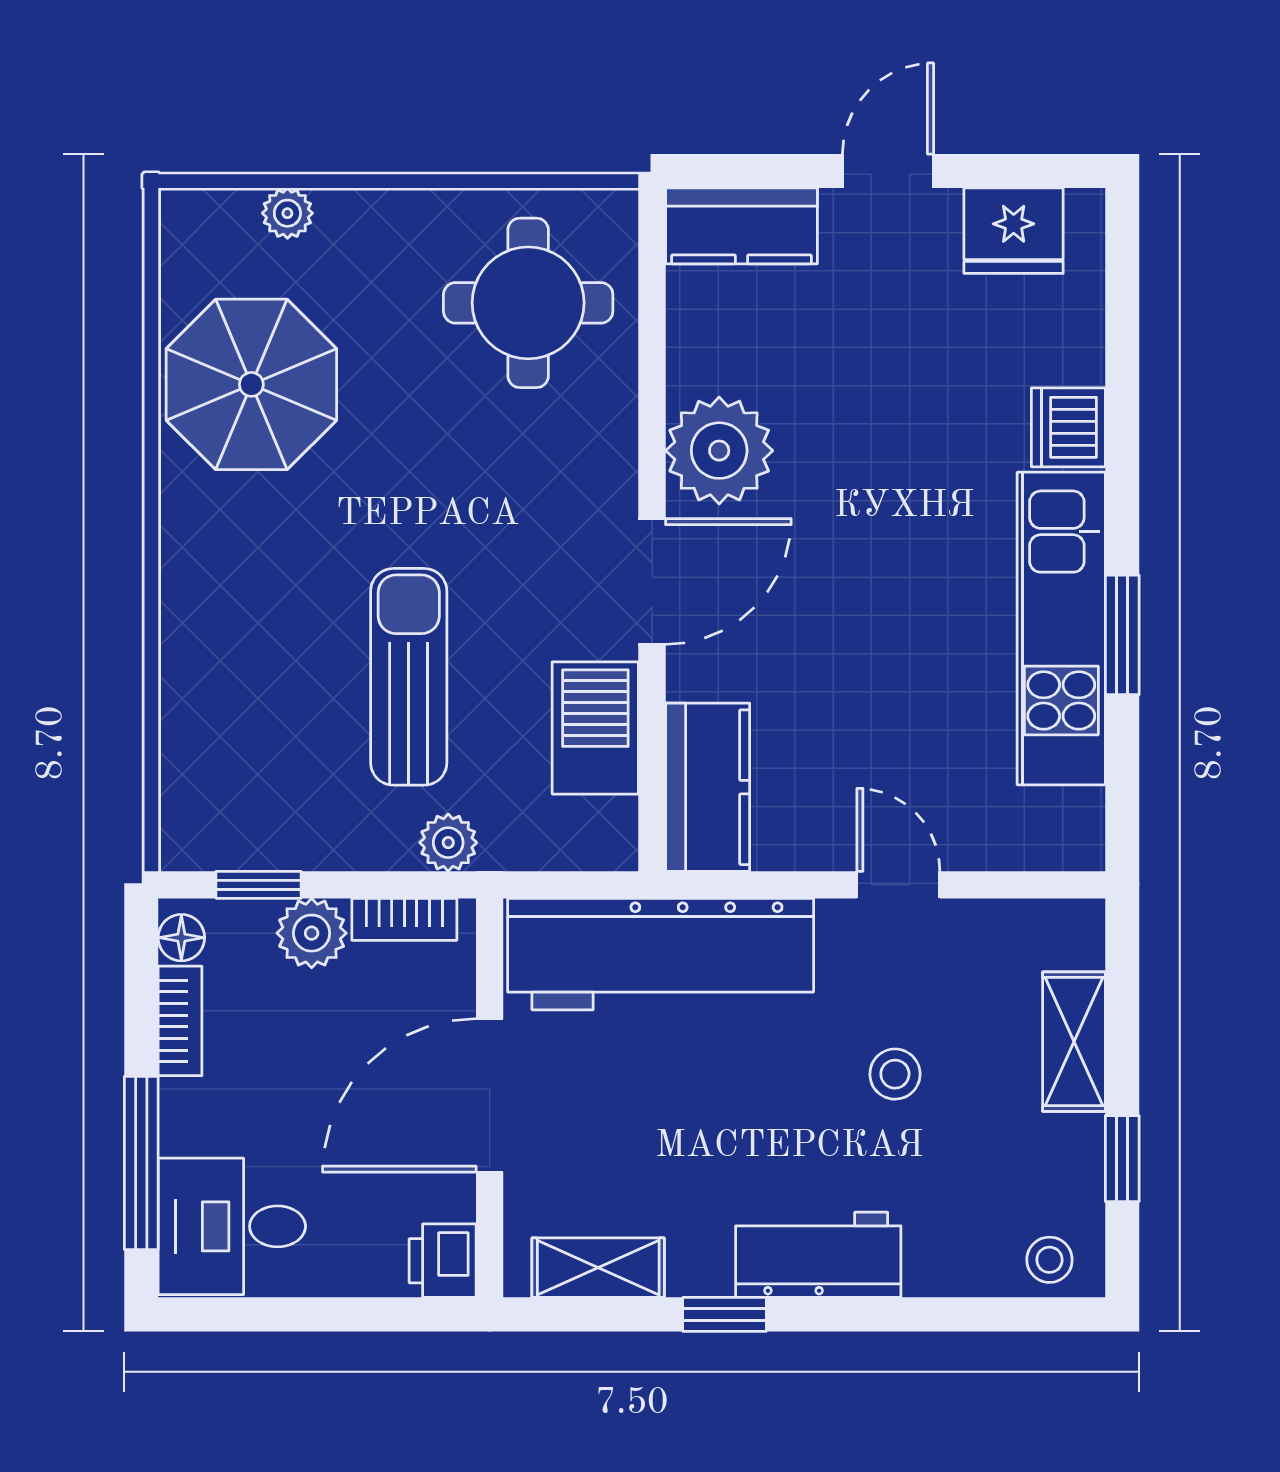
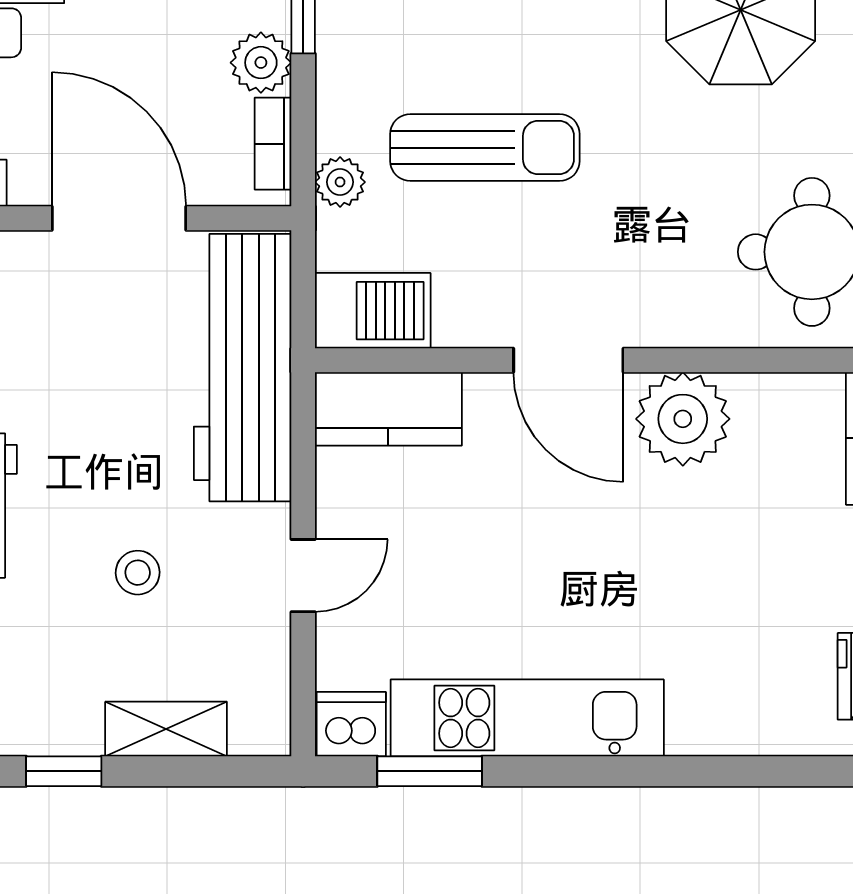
dishwasher: (1068, 427) -> (351, 724), moved
window: (1122, 635) -> (430, 771), moved
barbecue: (595, 728) -> (373, 311), moved

